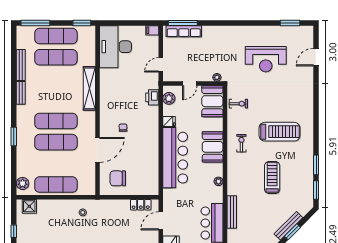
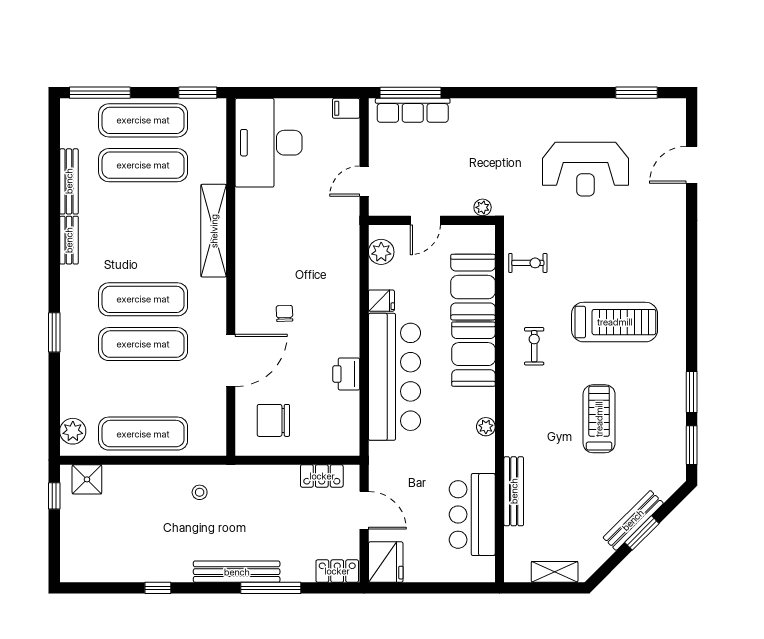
printer: (152, 97) -> (346, 374), moved
booth: (212, 101) -> (473, 287), moved
door: (161, 221) -> (364, 510), swing flipped
window: (14, 231) -> (54, 496), moved

